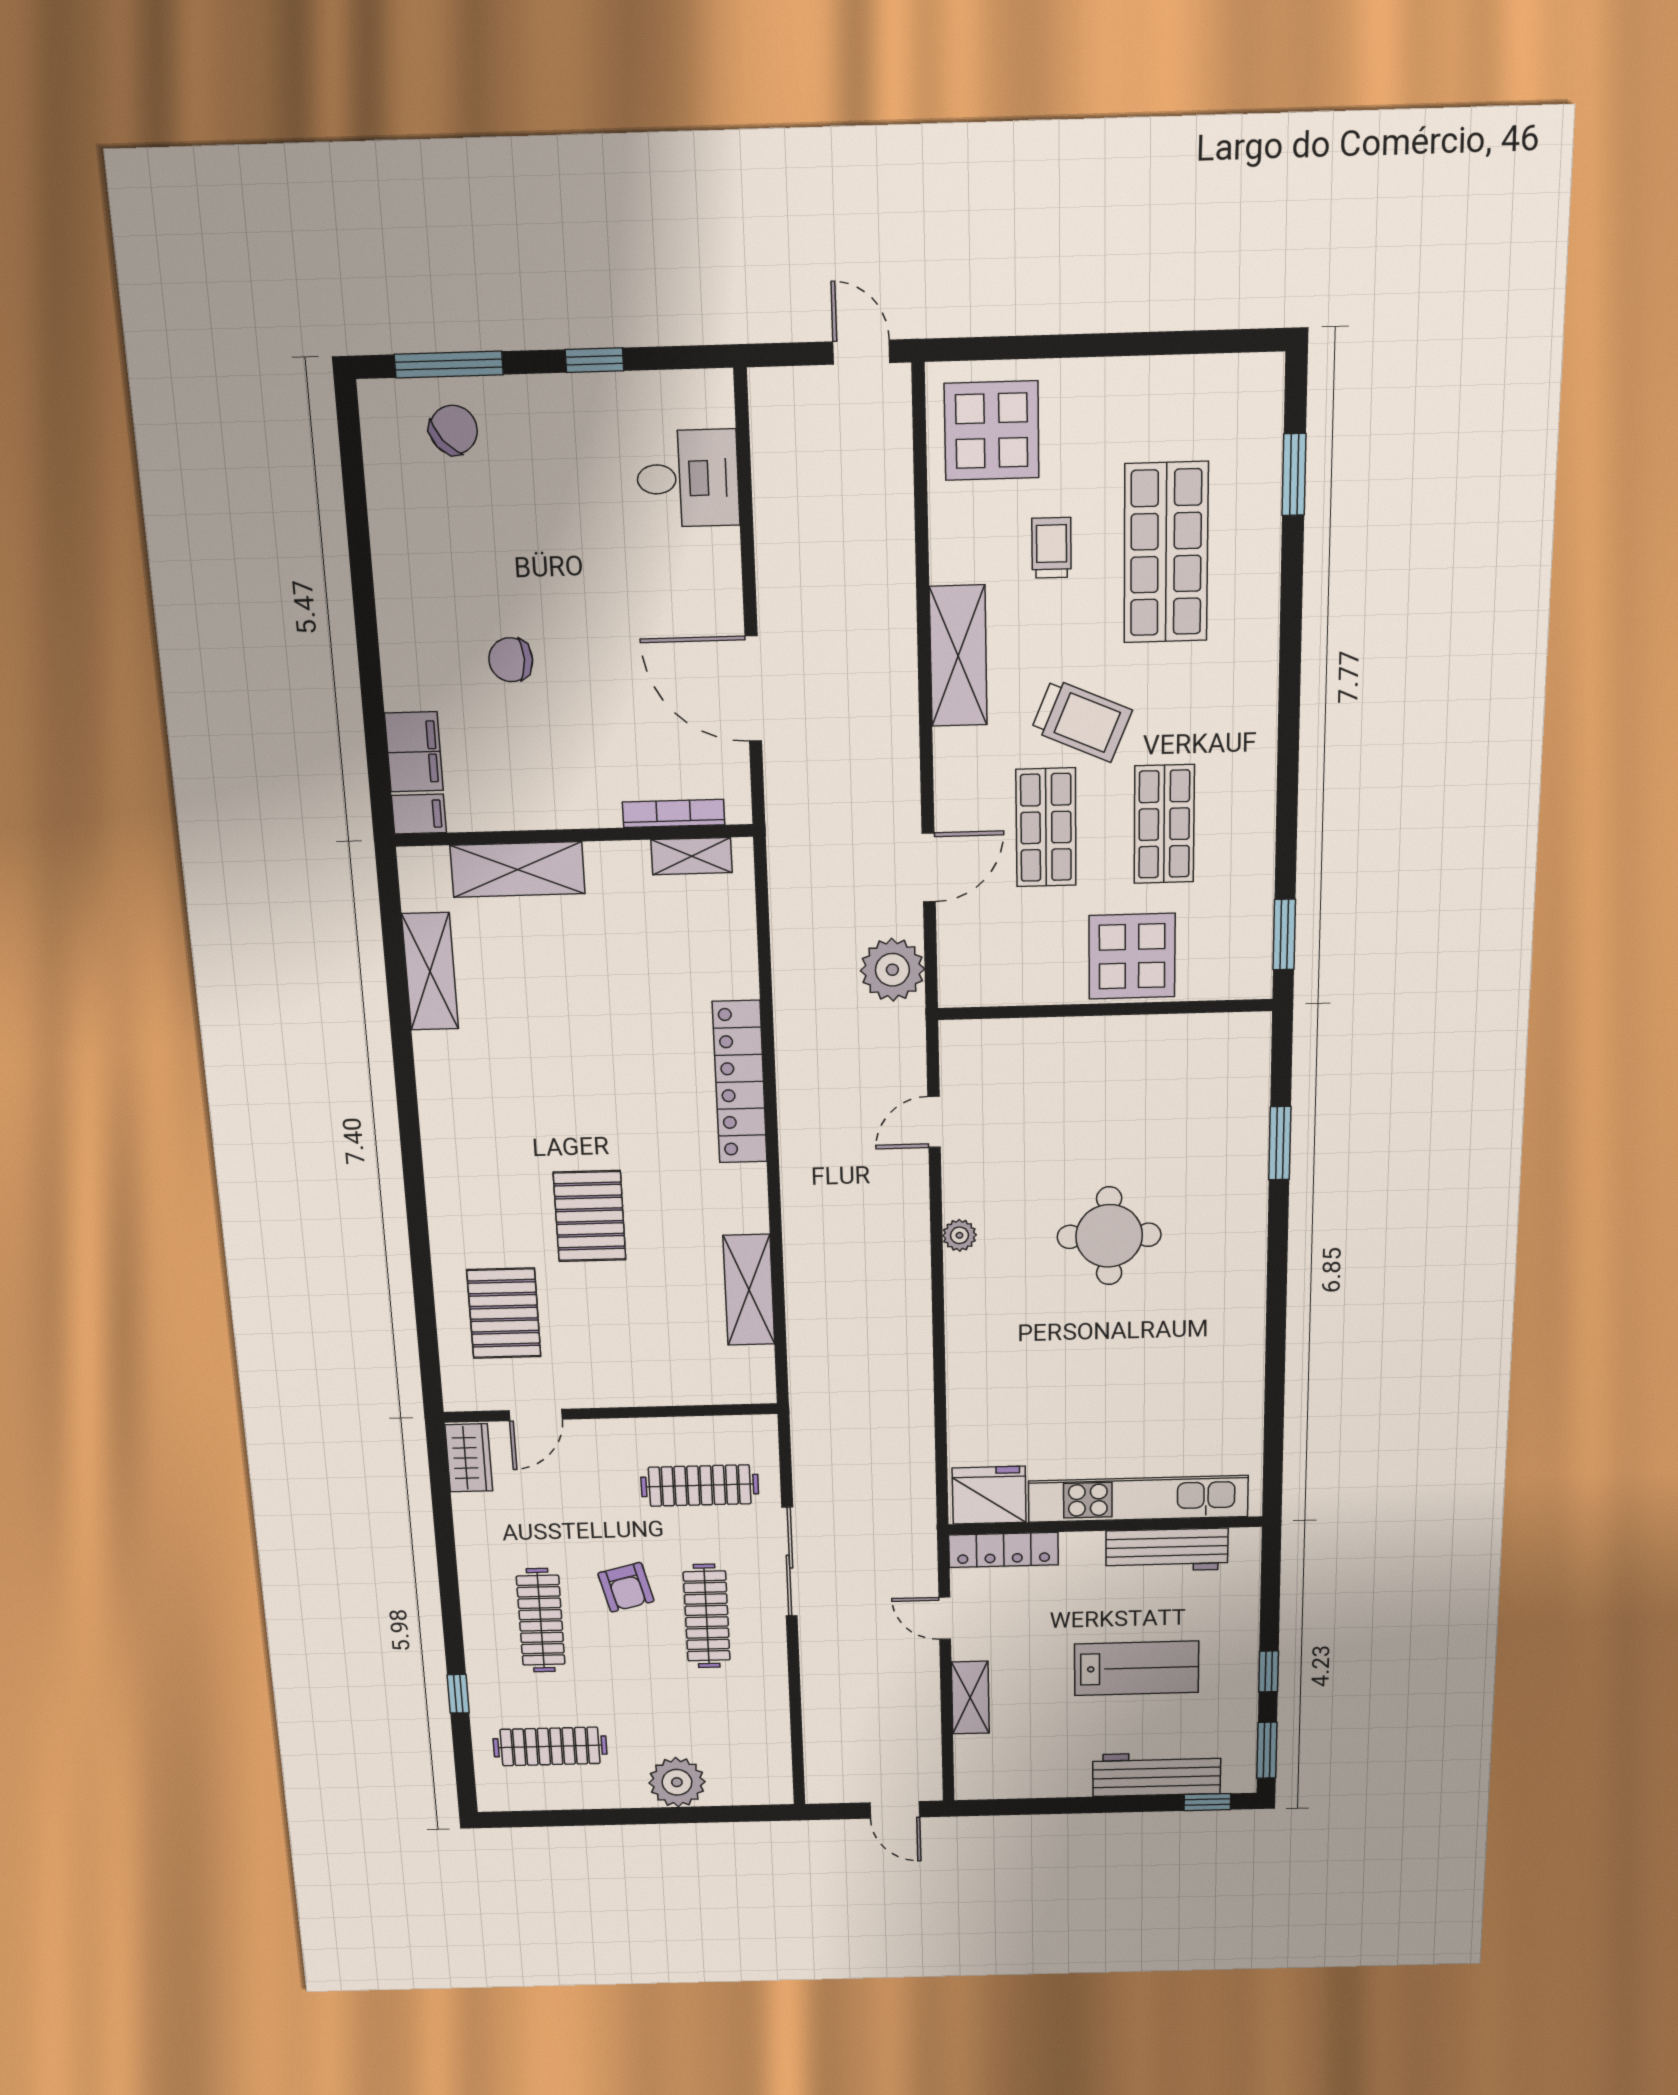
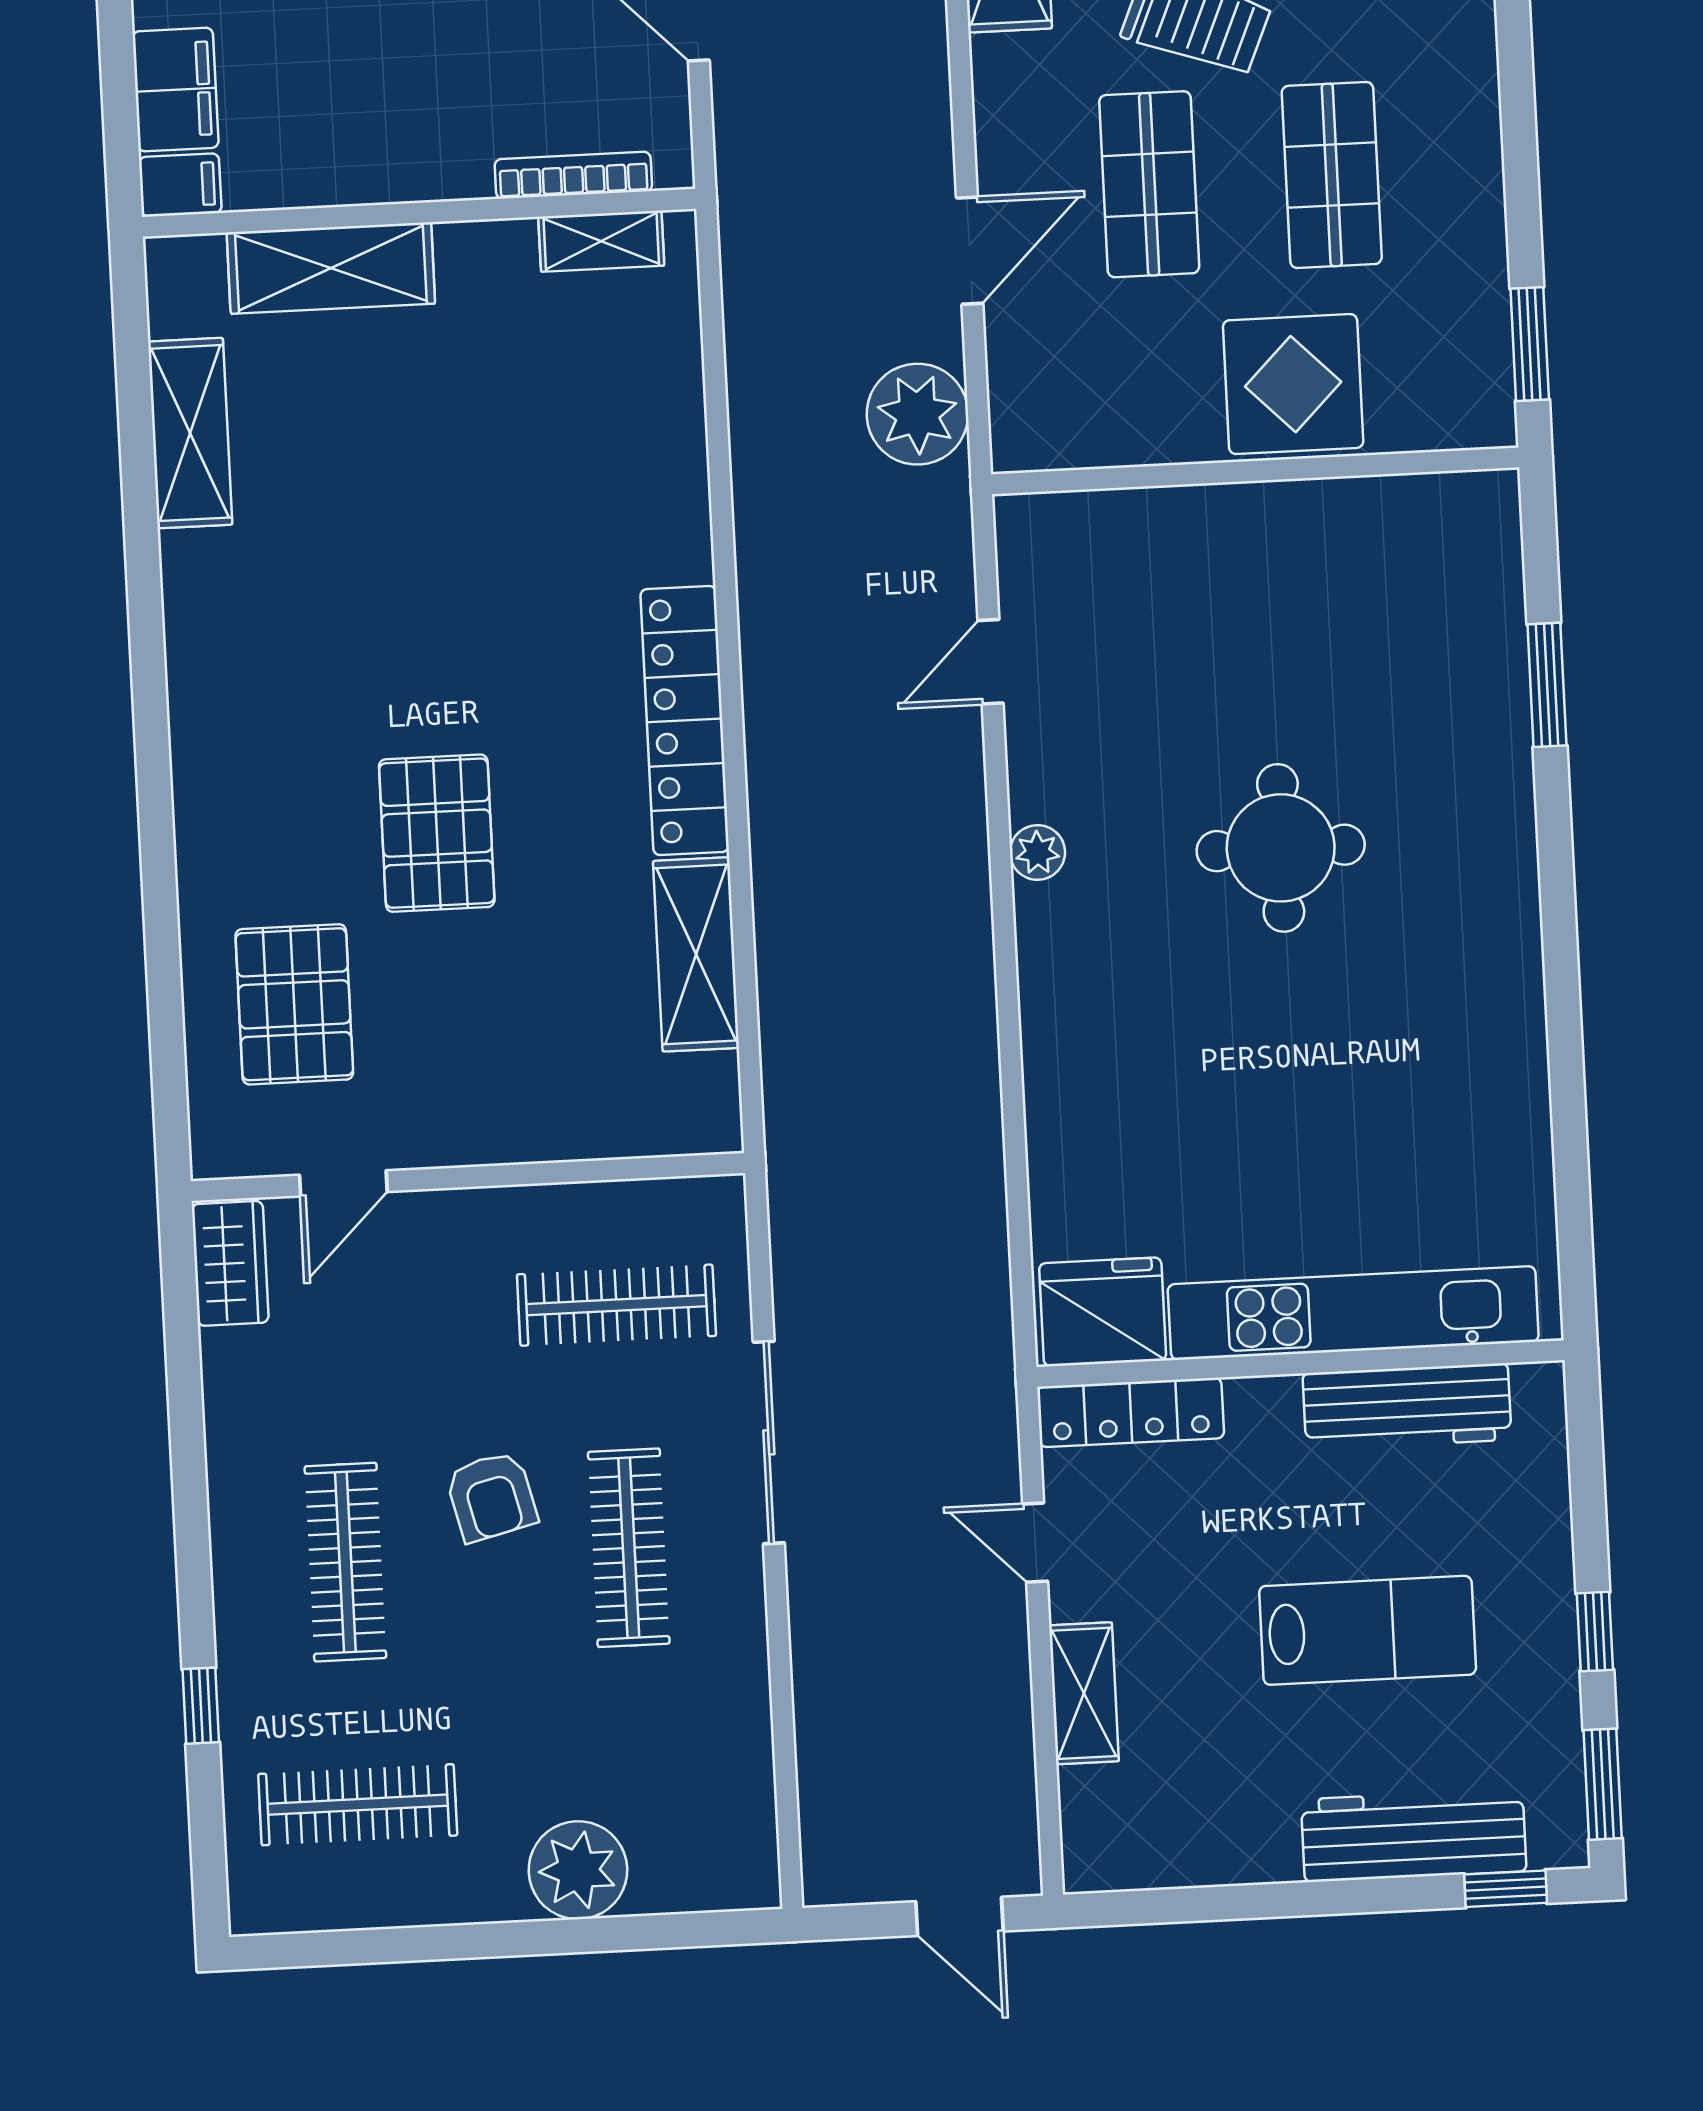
locker: (740, 1082) -> (685, 721), moved

